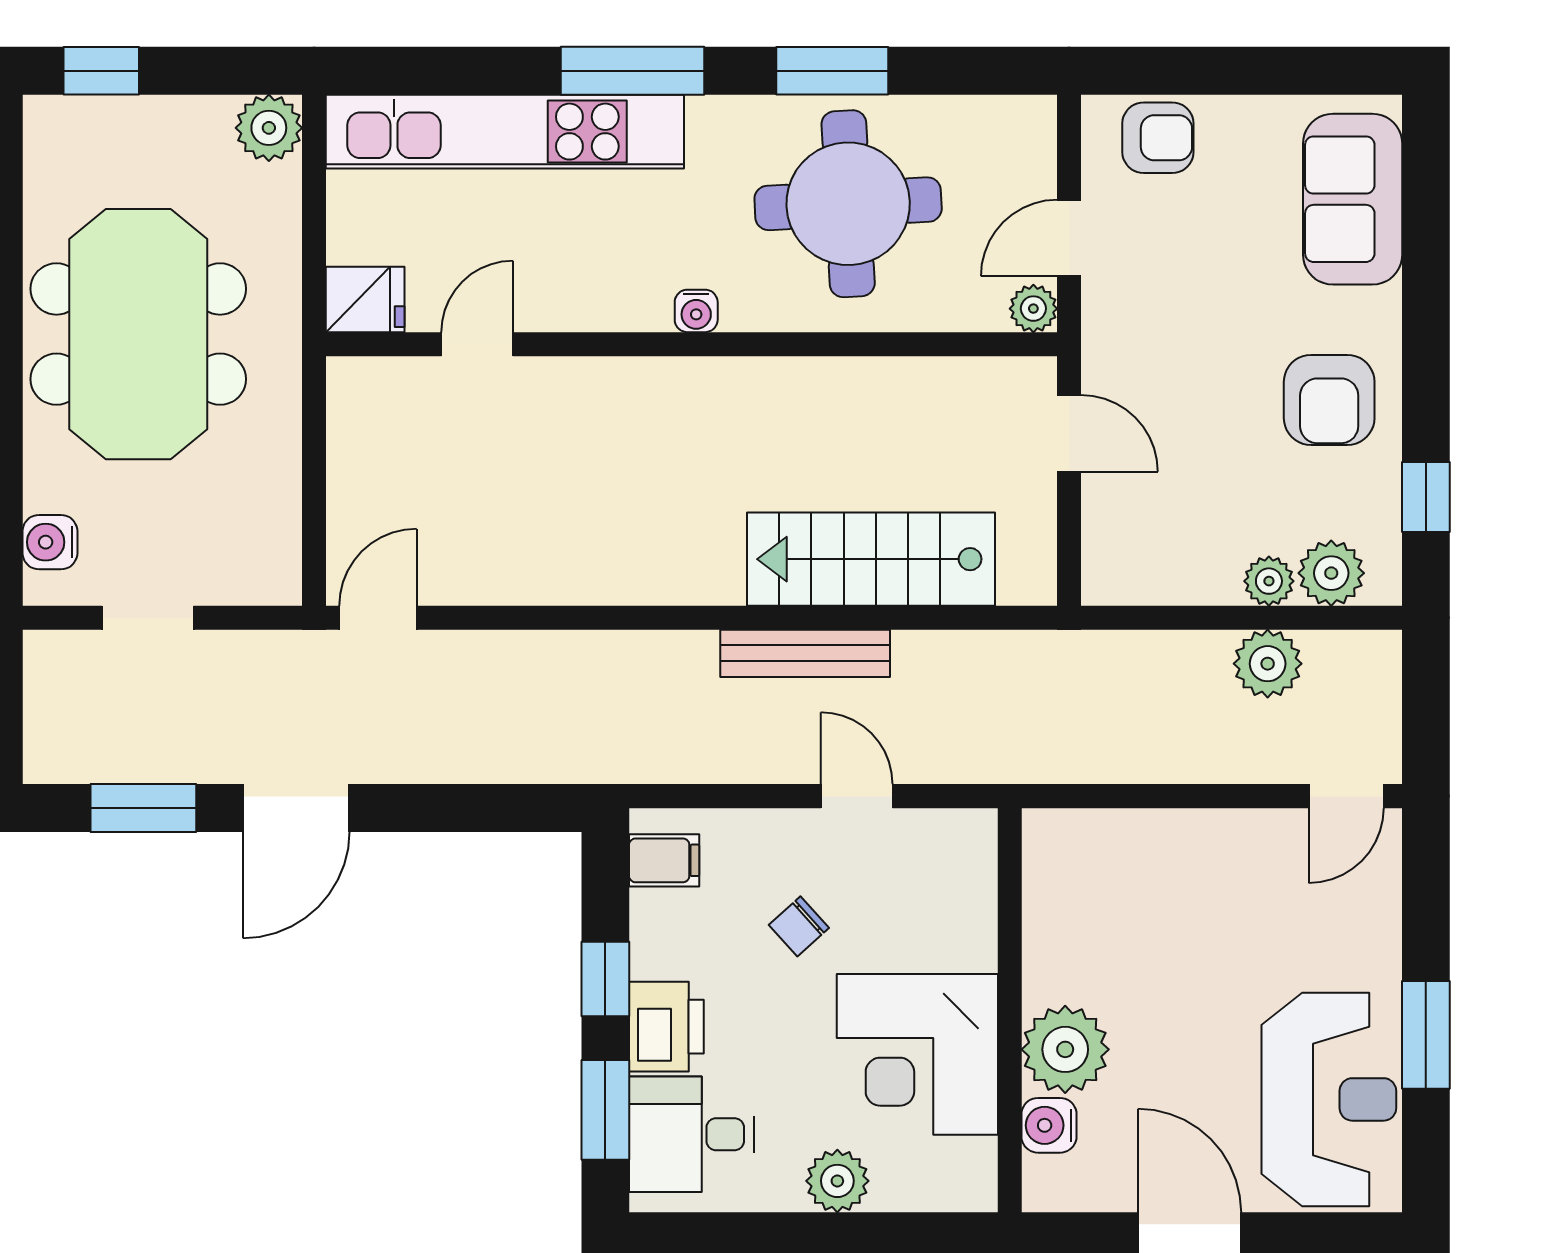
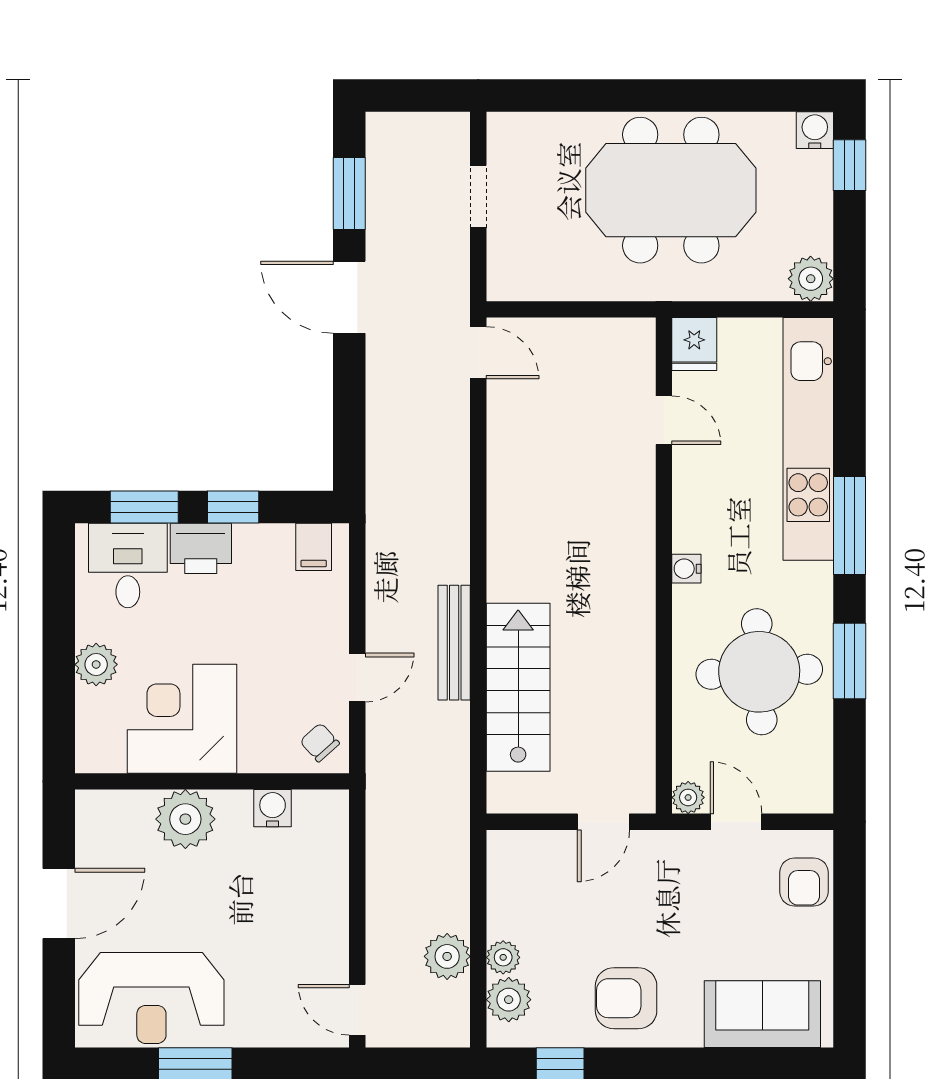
water cooler: (50, 542) -> (815, 130), moved
chair: (799, 926) -> (320, 742), moved
water cooler: (1049, 1125) -> (273, 808), moved

